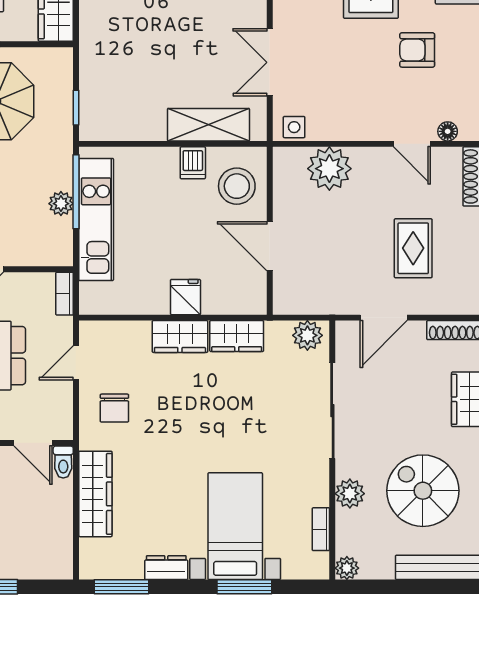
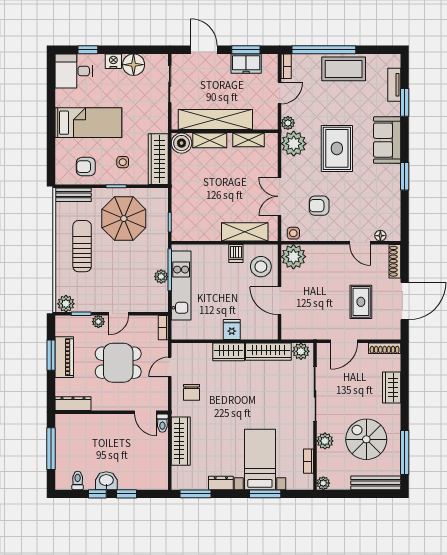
armchair: (417, 50) -> (319, 206), moved
plant: (329, 169) -> (293, 257), moved
wardrobe: (237, 336) -> (268, 352), width x1.50

